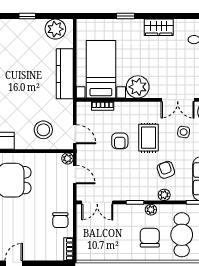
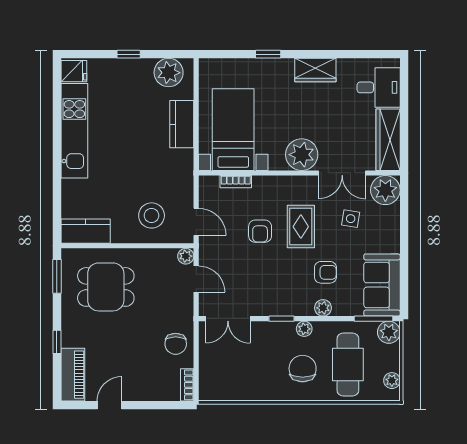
kitchen counter: (65, 74) -> (182, 124), width x0.67
plant: (138, 87) -> (302, 155), moved
armchair: (166, 170) -> (325, 272), turned 110

